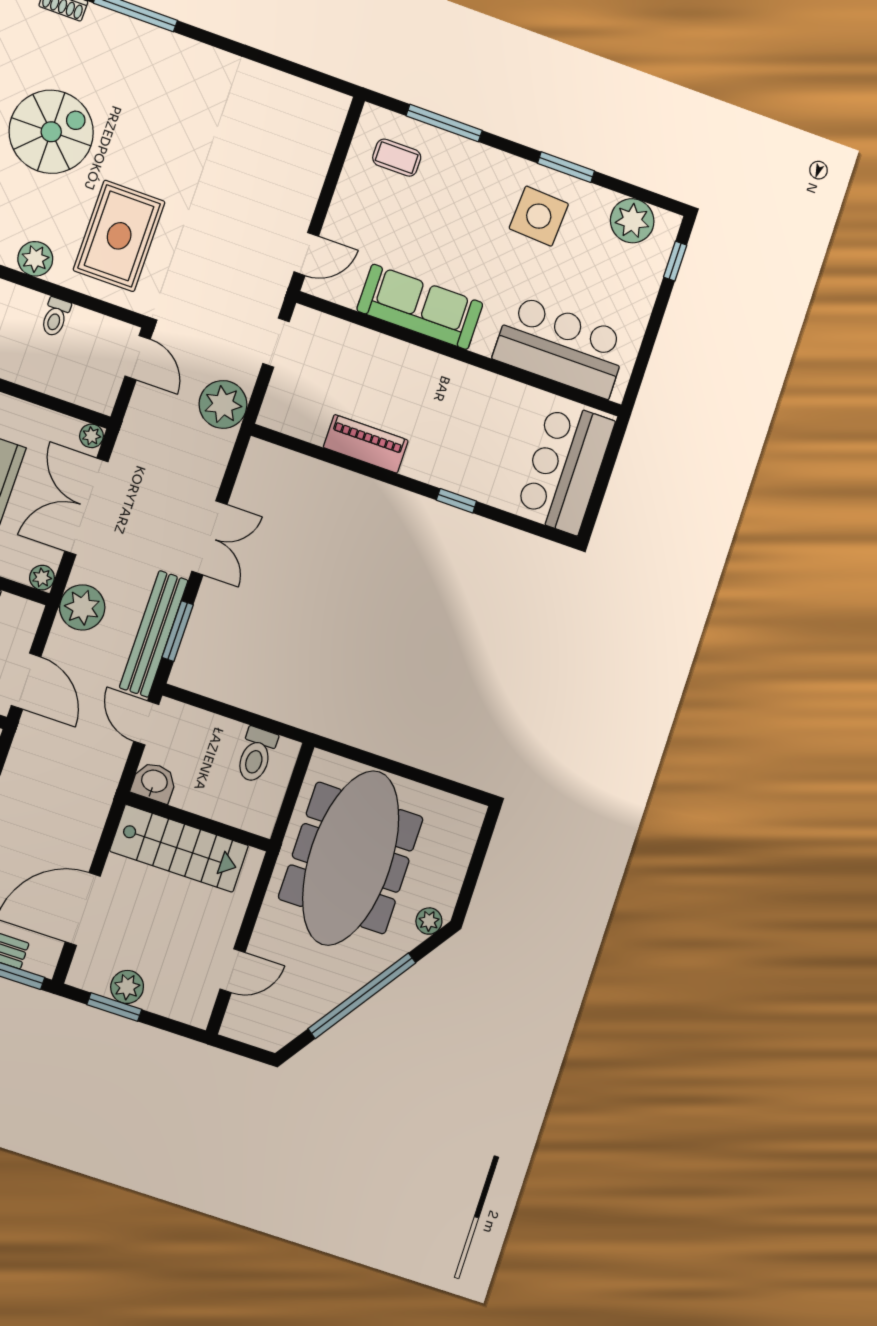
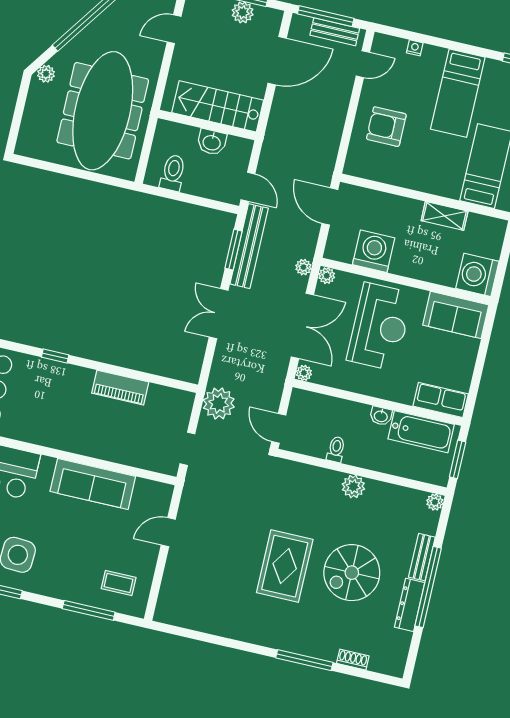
rug: (119, 236) -> (285, 566), moved
door: (306, 254) -> (168, 532), moved
plant: (82, 607) -> (303, 267), width x0.53, depth x0.53
washbasin: (154, 782) -> (212, 142), moved

